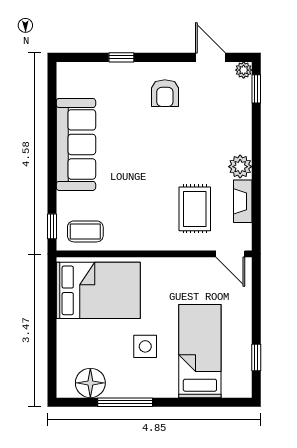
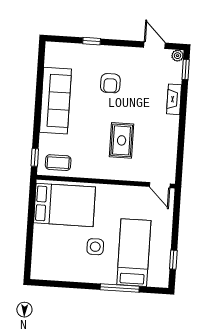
armchair: (165, 93) -> (110, 83), moved
plant: (240, 167) -> (171, 124), removed
fireplace: (243, 201) -> (174, 99), moved
rug: (195, 209) -> (122, 140), moved
floor lamp: (90, 383) -> (55, 270), removed
window: (125, 402) -> (120, 288), moved

